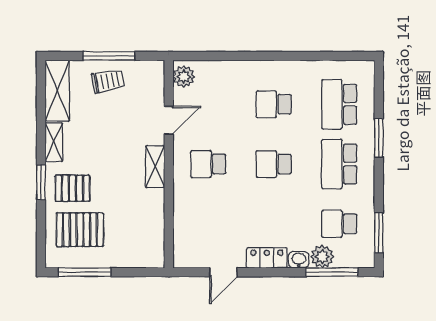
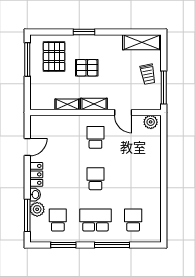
window: (109, 56) -> (164, 87), moved
school desk: (274, 104) -> (133, 179), removed
school desk: (339, 104) -> (133, 220), width x0.54
window: (379, 138) -> (112, 245), width x1.44
shelving: (54, 142) -> (67, 104), moved
pallet: (73, 188) -> (87, 68), moved, turned 90
window: (379, 233) -> (63, 245), moved
door: (223, 272) -> (27, 147), swing flipped

